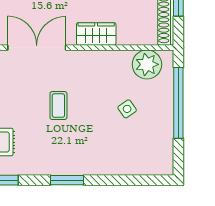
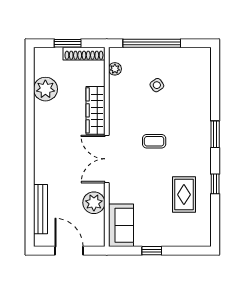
wardrobe: (96, 34) -> (96, 110), width x1.50
plant: (147, 64) -> (115, 69), width x0.53, depth x0.53

